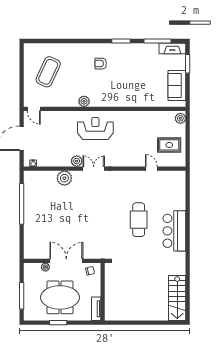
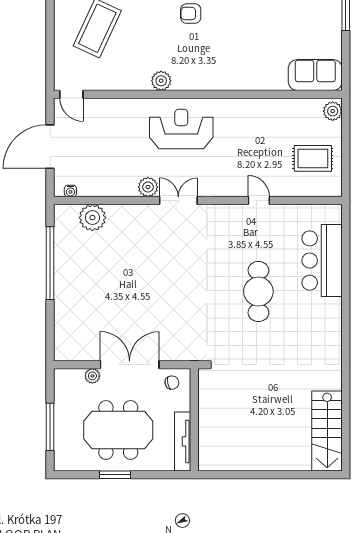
sofa: (177, 85) -> (315, 75), moved, turned 90
door: (151, 169) -> (259, 201), moved
plant: (64, 178) -> (92, 218), moved
bar counter: (174, 231) -> (322, 261), moved
tv unit: (96, 309) -> (183, 441), width x1.41

